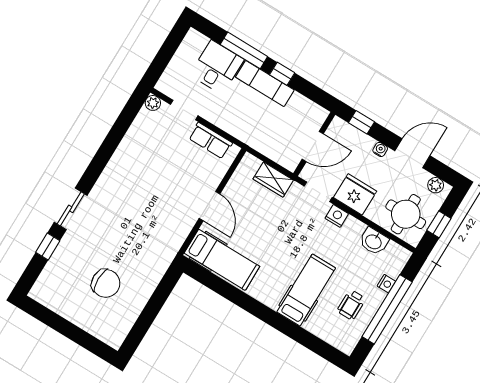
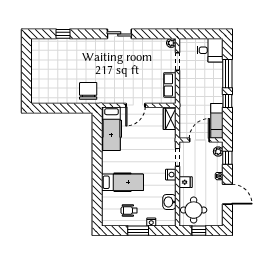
desk: (217, 67) -> (210, 50), moved
exam couch: (265, 84) -> (217, 121), moved
door: (313, 146) -> (199, 140), swing flipped
wardrobe: (273, 180) -> (170, 119), moved
plant: (436, 185) -> (218, 152), moved
fridge: (355, 194) -> (186, 182), width x0.53, depth x0.75
sliding door: (71, 209) -> (119, 34), moved
chair: (106, 283) -> (88, 91), moved, turned 180
window: (387, 309) -> (138, 231), width x0.47

